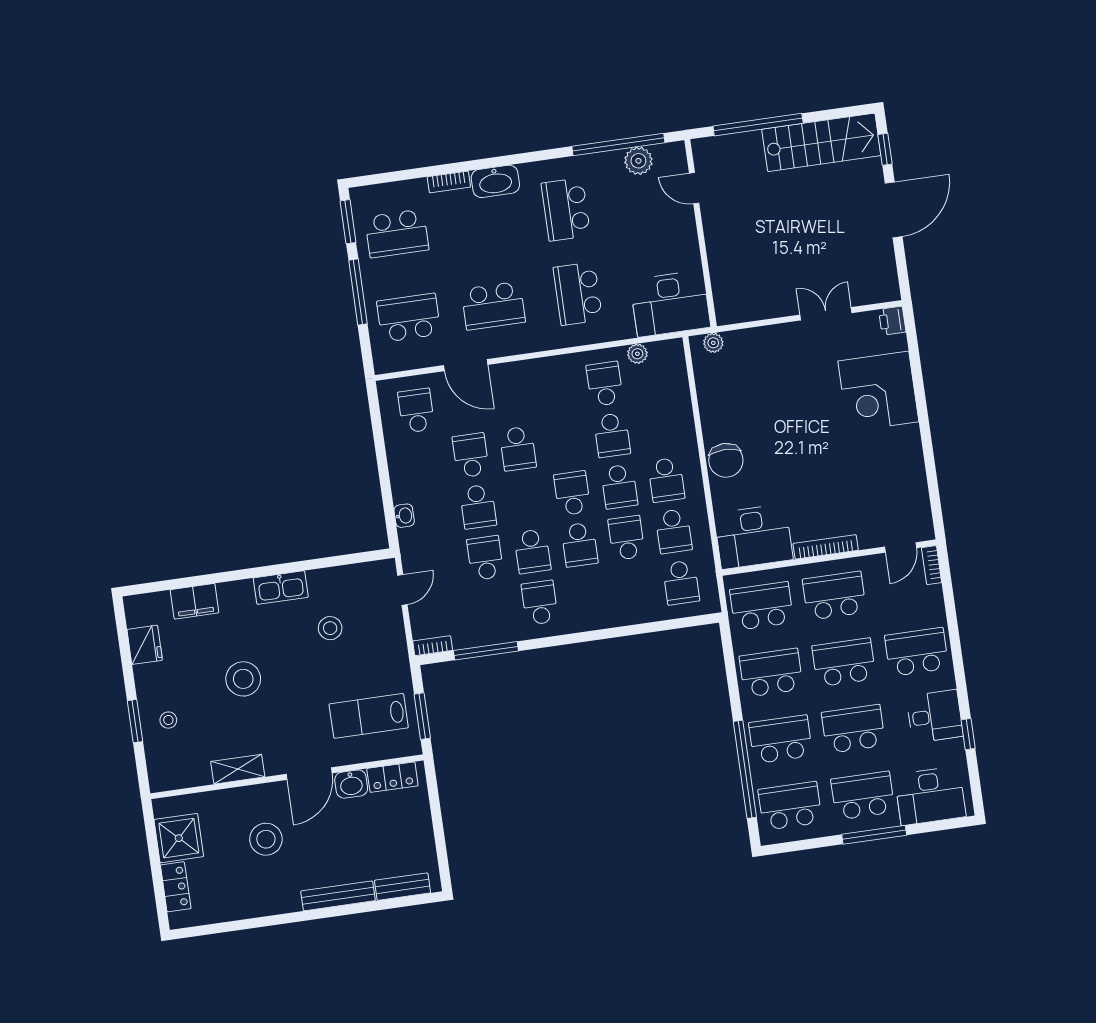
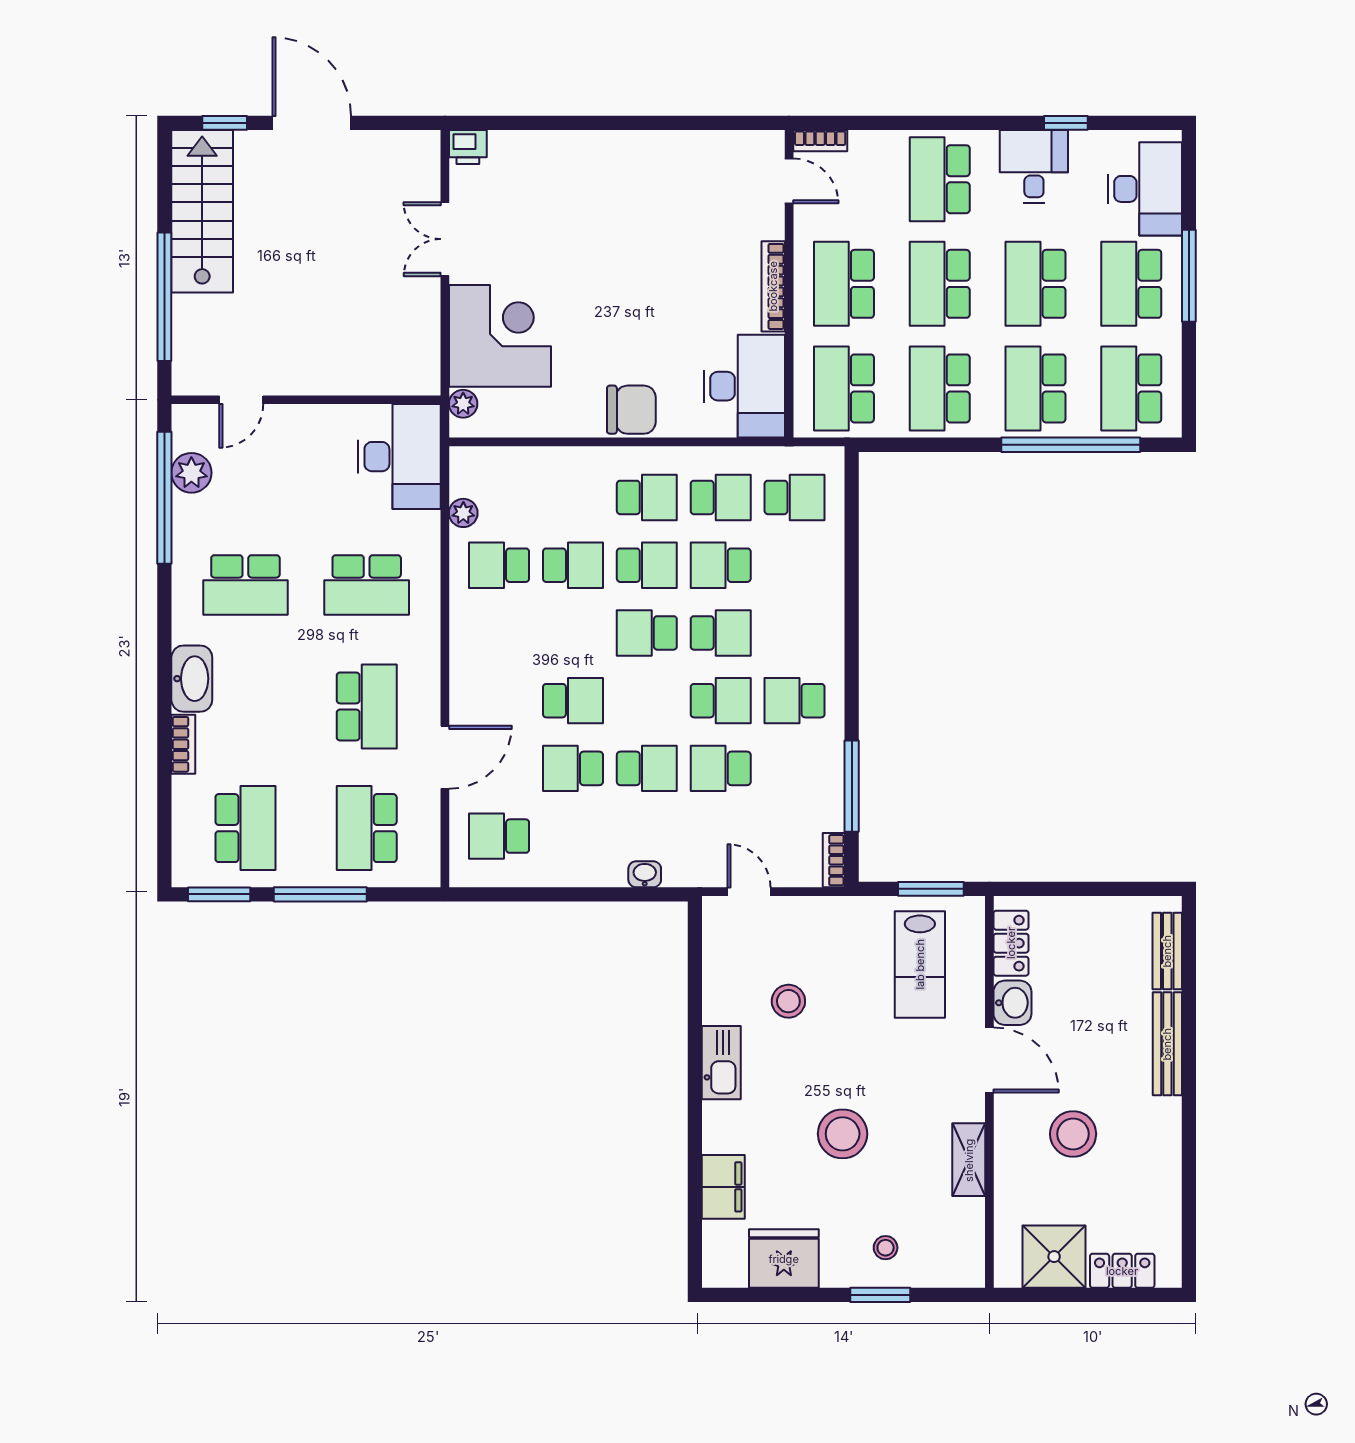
corner desk: (878, 391) -> (500, 336), moved, turned -90
fridge: (145, 645) -> (784, 1259), width x1.36, depth x1.34

